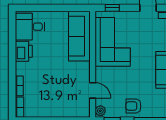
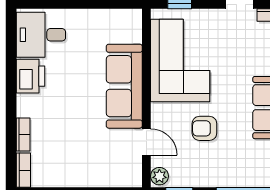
sofa: (79, 36) -> (124, 86), moved
armchair: (133, 106) -> (204, 128), moved

